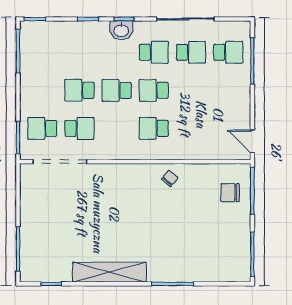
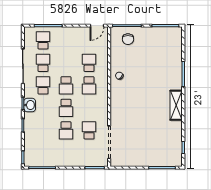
school desk: (42, 128) -> (89, 63), moved, turned 180
shelving: (109, 272) -> (176, 105), width x0.68

